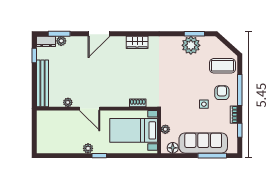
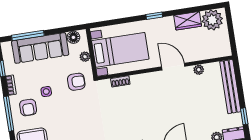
armchair: (176, 109) -> (76, 82), added
wardrobe: (71, 147) -> (188, 21), added
plant: (88, 148) -> (212, 20), moved, width x1.88, depth x1.88

